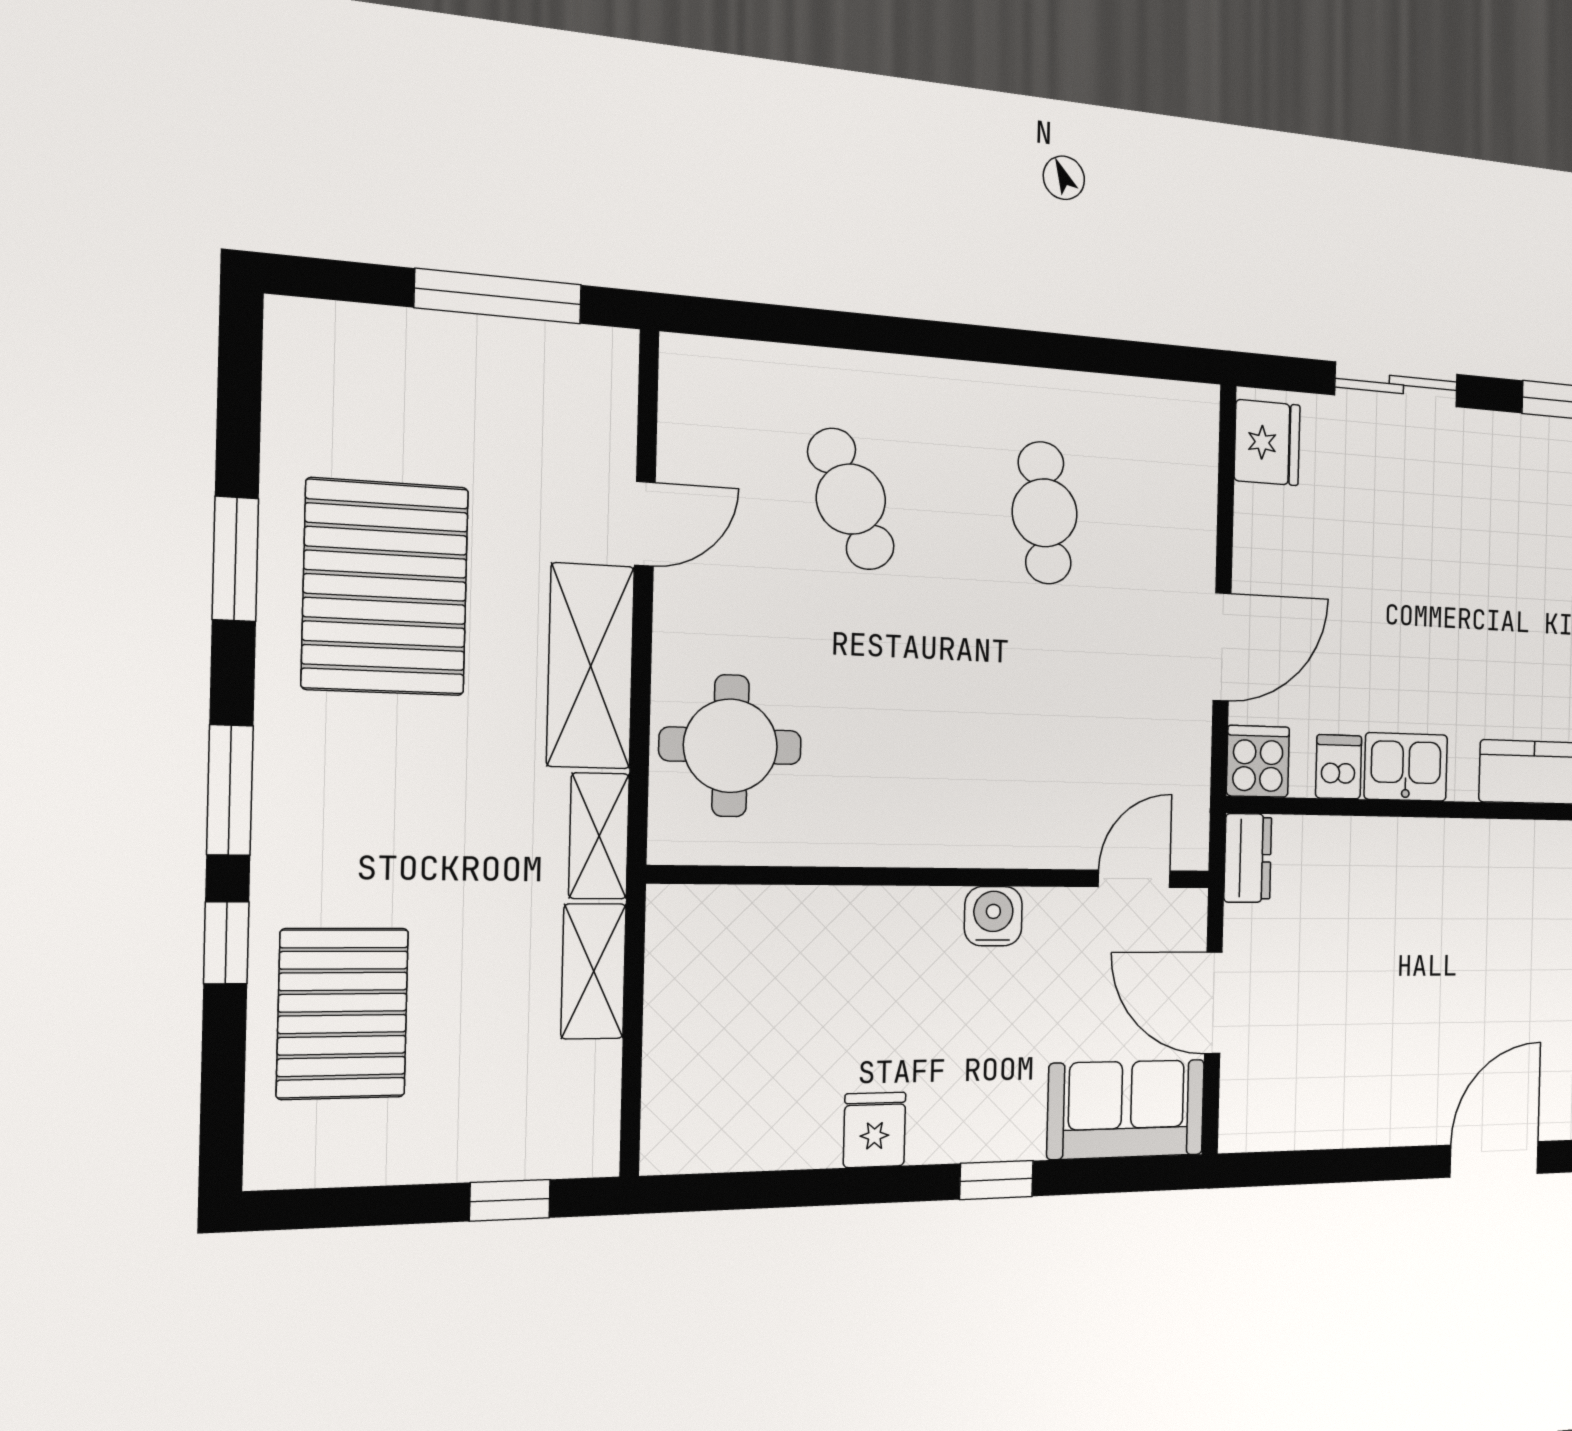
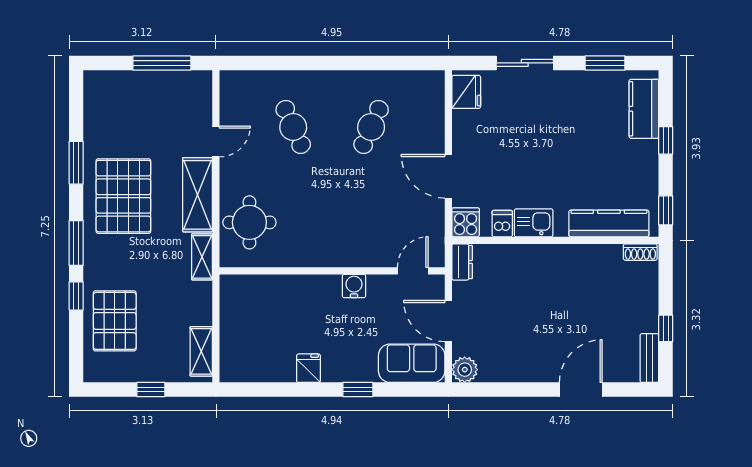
cafe table: (1045, 513) -> (371, 127), turned 30
pallet: (385, 588) -> (123, 196), moved
door: (1222, 647) -> (448, 176), swing flipped
shelving: (594, 971) -> (201, 351), moved
plant: (1247, 1121) -> (465, 370), added
window: (510, 1200) -> (151, 389), moved

